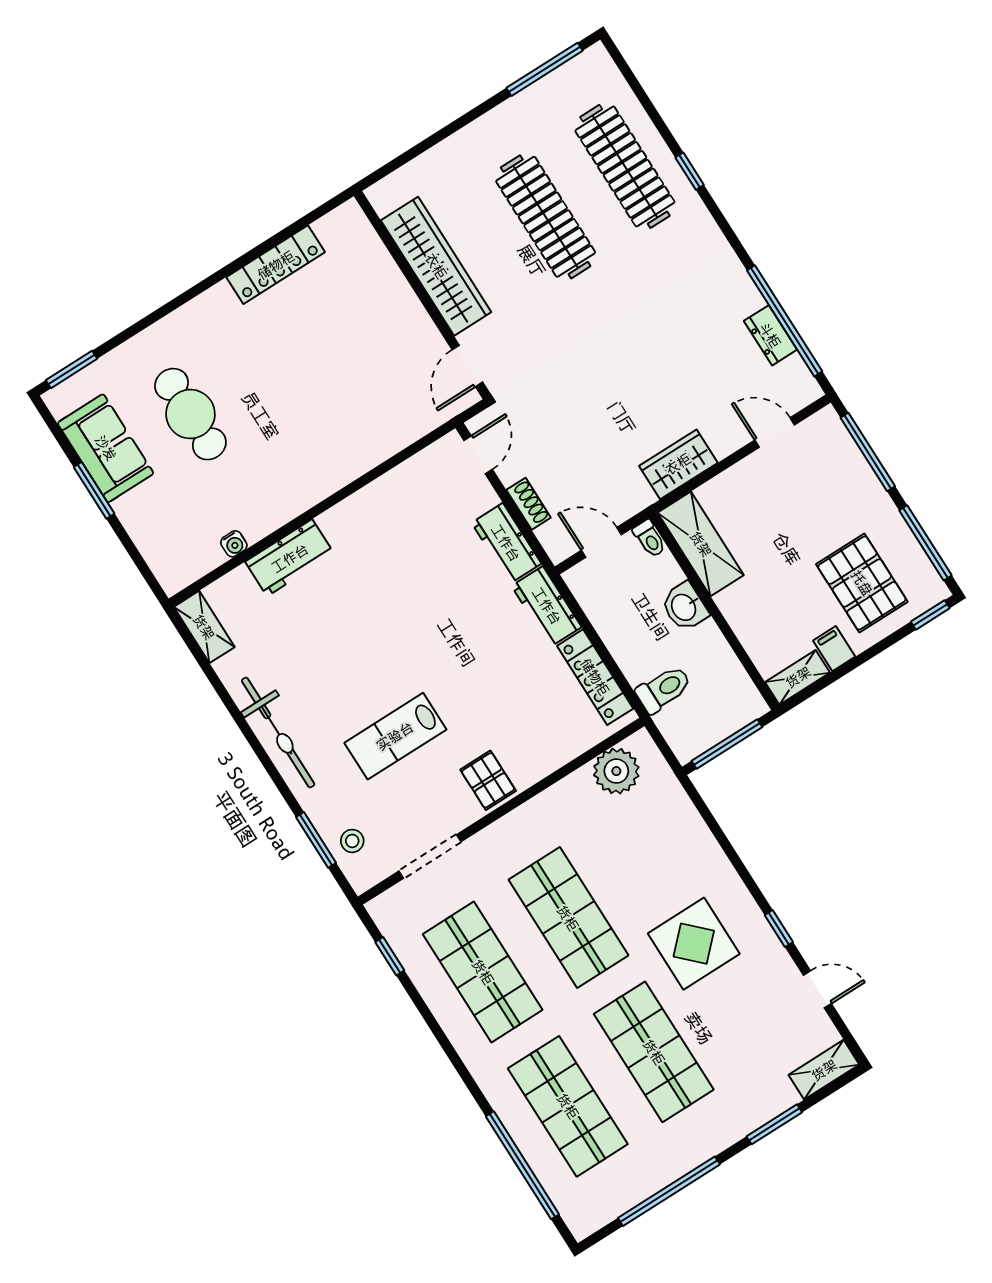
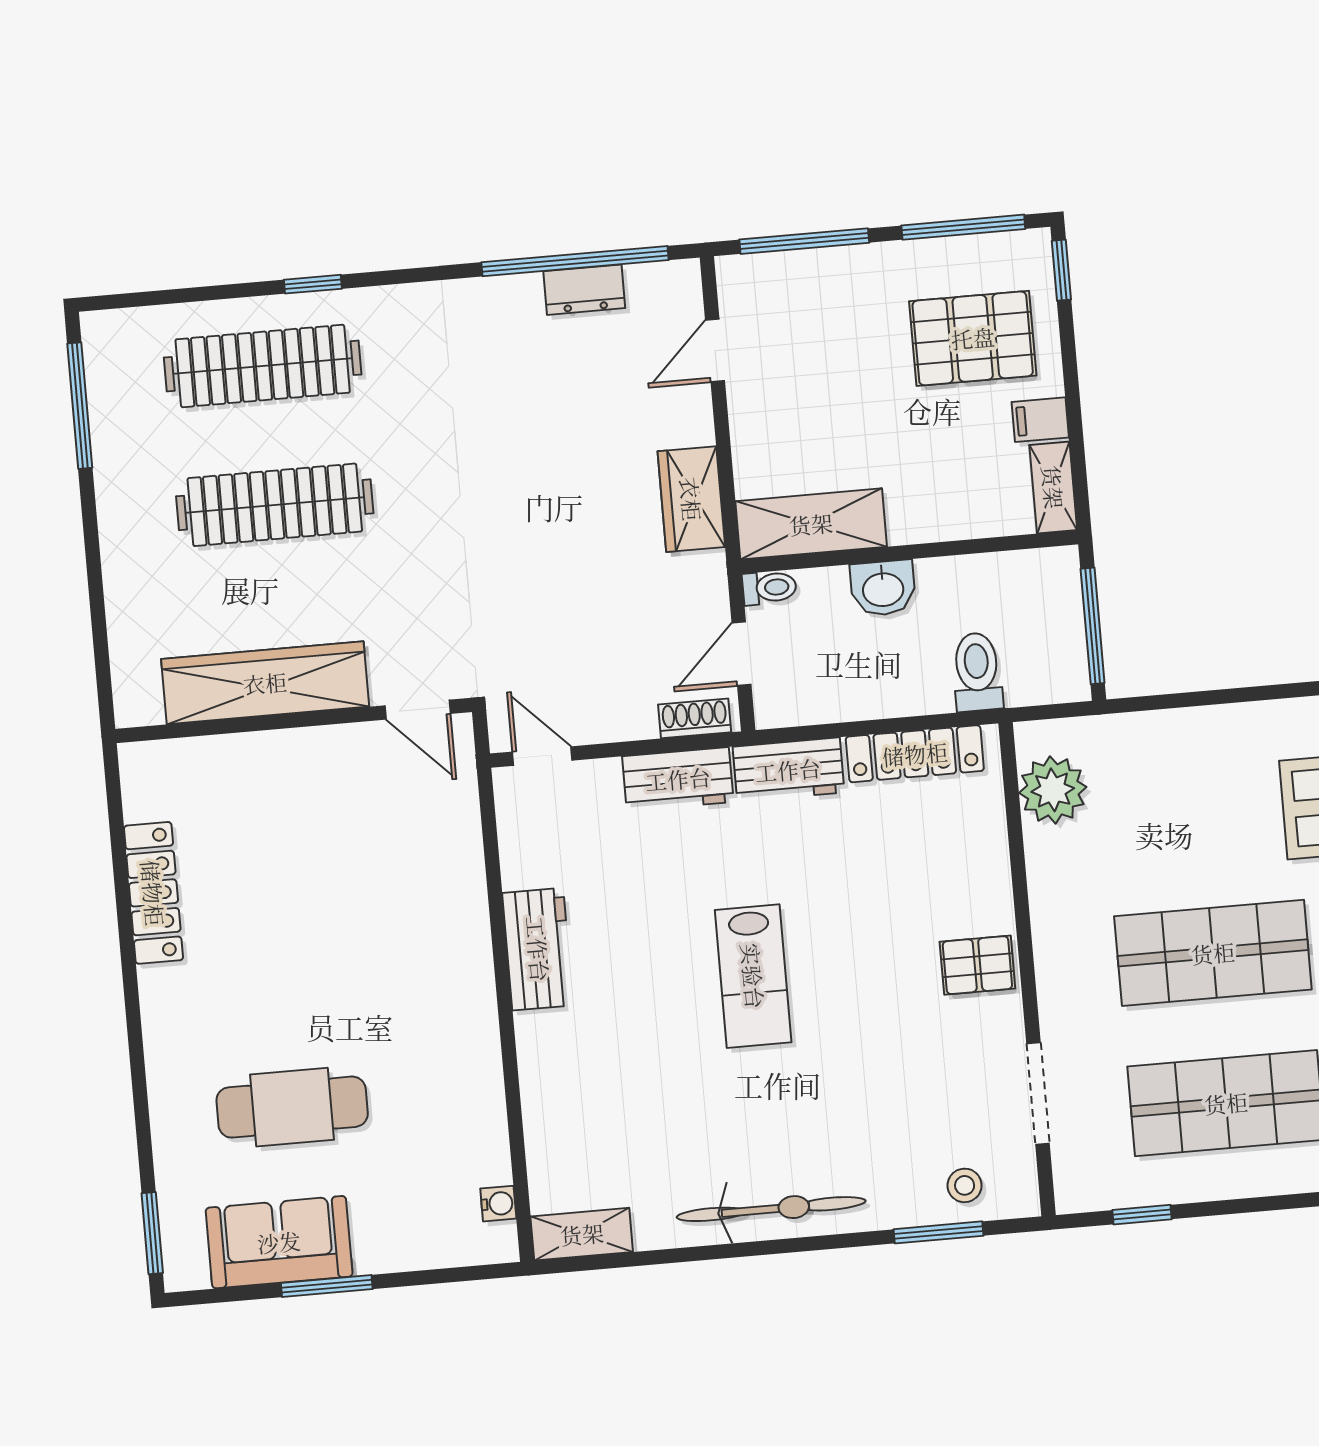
shoe rack: (529, 504) -> (695, 718), moved
water cooler: (234, 544) -> (498, 1204), moved
workbench: (290, 558) -> (538, 949), moved
lab bench: (395, 736) -> (753, 976), moved

